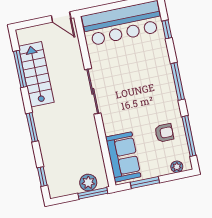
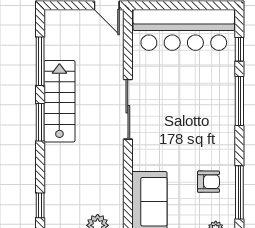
stairs: (36, 74) -> (59, 101), moved
window: (178, 81) -> (239, 101), moved
window: (32, 127) -> (40, 122), moved

